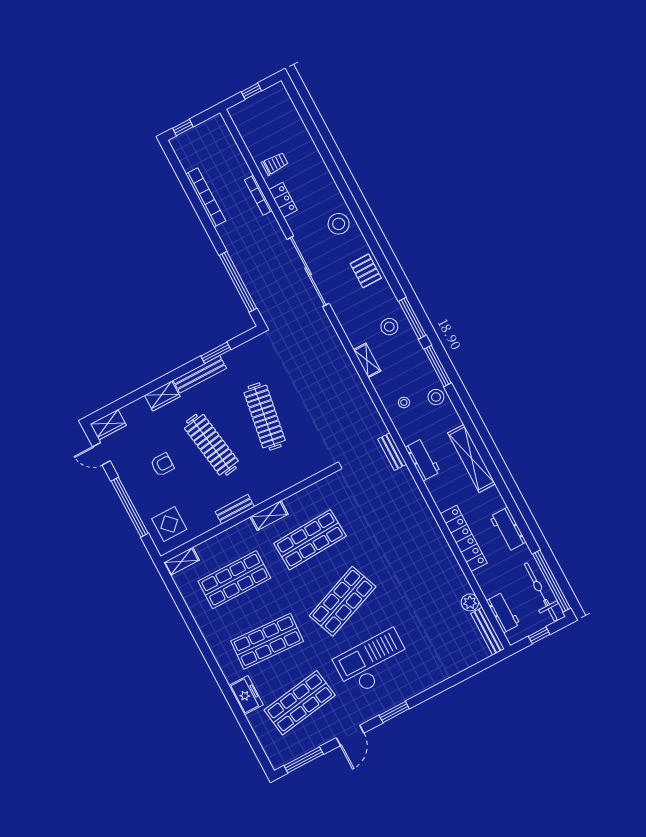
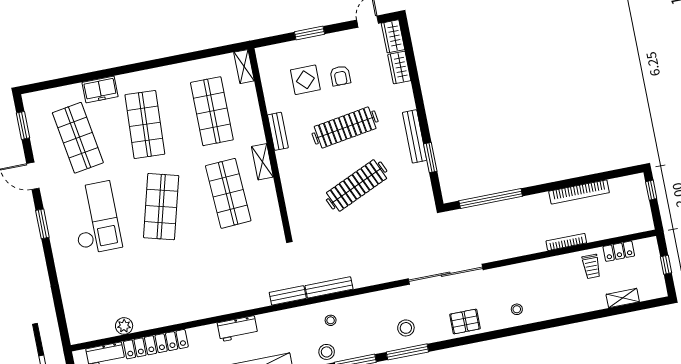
locker: (283, 200) -> (619, 251), moved
stool: (339, 224) -> (517, 309), width x0.53, depth x0.53
sliding door: (308, 271) -> (446, 274), moved
shelving: (367, 360) -> (623, 298), moved
wardrobe: (162, 396) -> (399, 68), moved
clothes rail: (265, 417) -> (357, 185), turned -33
workbench: (423, 460) -> (237, 329), moved
window: (130, 507) -> (309, 33), width x0.47
display table: (169, 524) -> (305, 80), moved
locker: (464, 538) -> (156, 344), moved
shop shelf: (343, 601) -> (161, 207), turned 36
bench: (487, 631) -> (329, 287), moved
window: (304, 760) -> (23, 125), width x0.69

